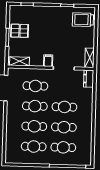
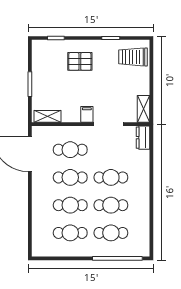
pallet: (20, 31) -> (80, 61), moved

